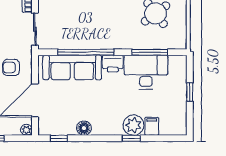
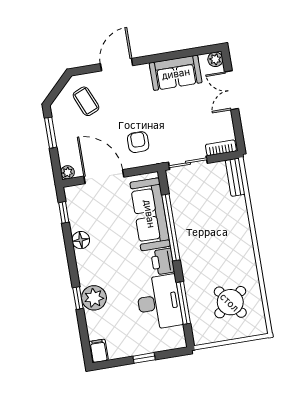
filing cabinet: (152, 126) -> (99, 351), moved, turned -90

